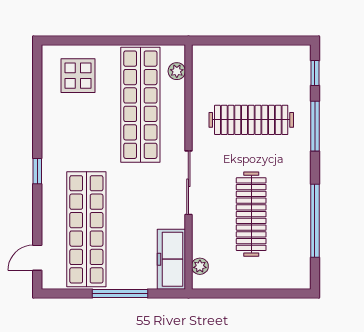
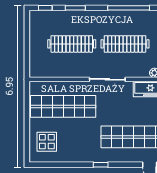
plant: (177, 71) -> (44, 86), removed
clothes rail: (251, 120) -> (72, 44), turned 90
window: (315, 126) -> (75, 8), width x0.69

